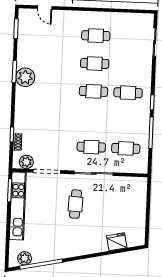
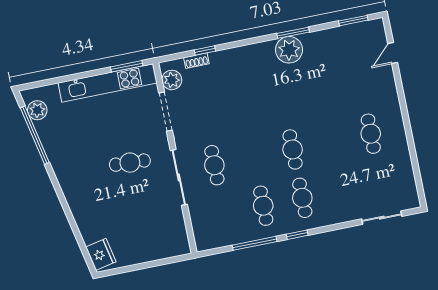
cafe table: (95, 64) -> (332, 142), removed
cafe table: (126, 148) -> (263, 206), moved
fridge: (117, 242) -> (101, 254), moved

